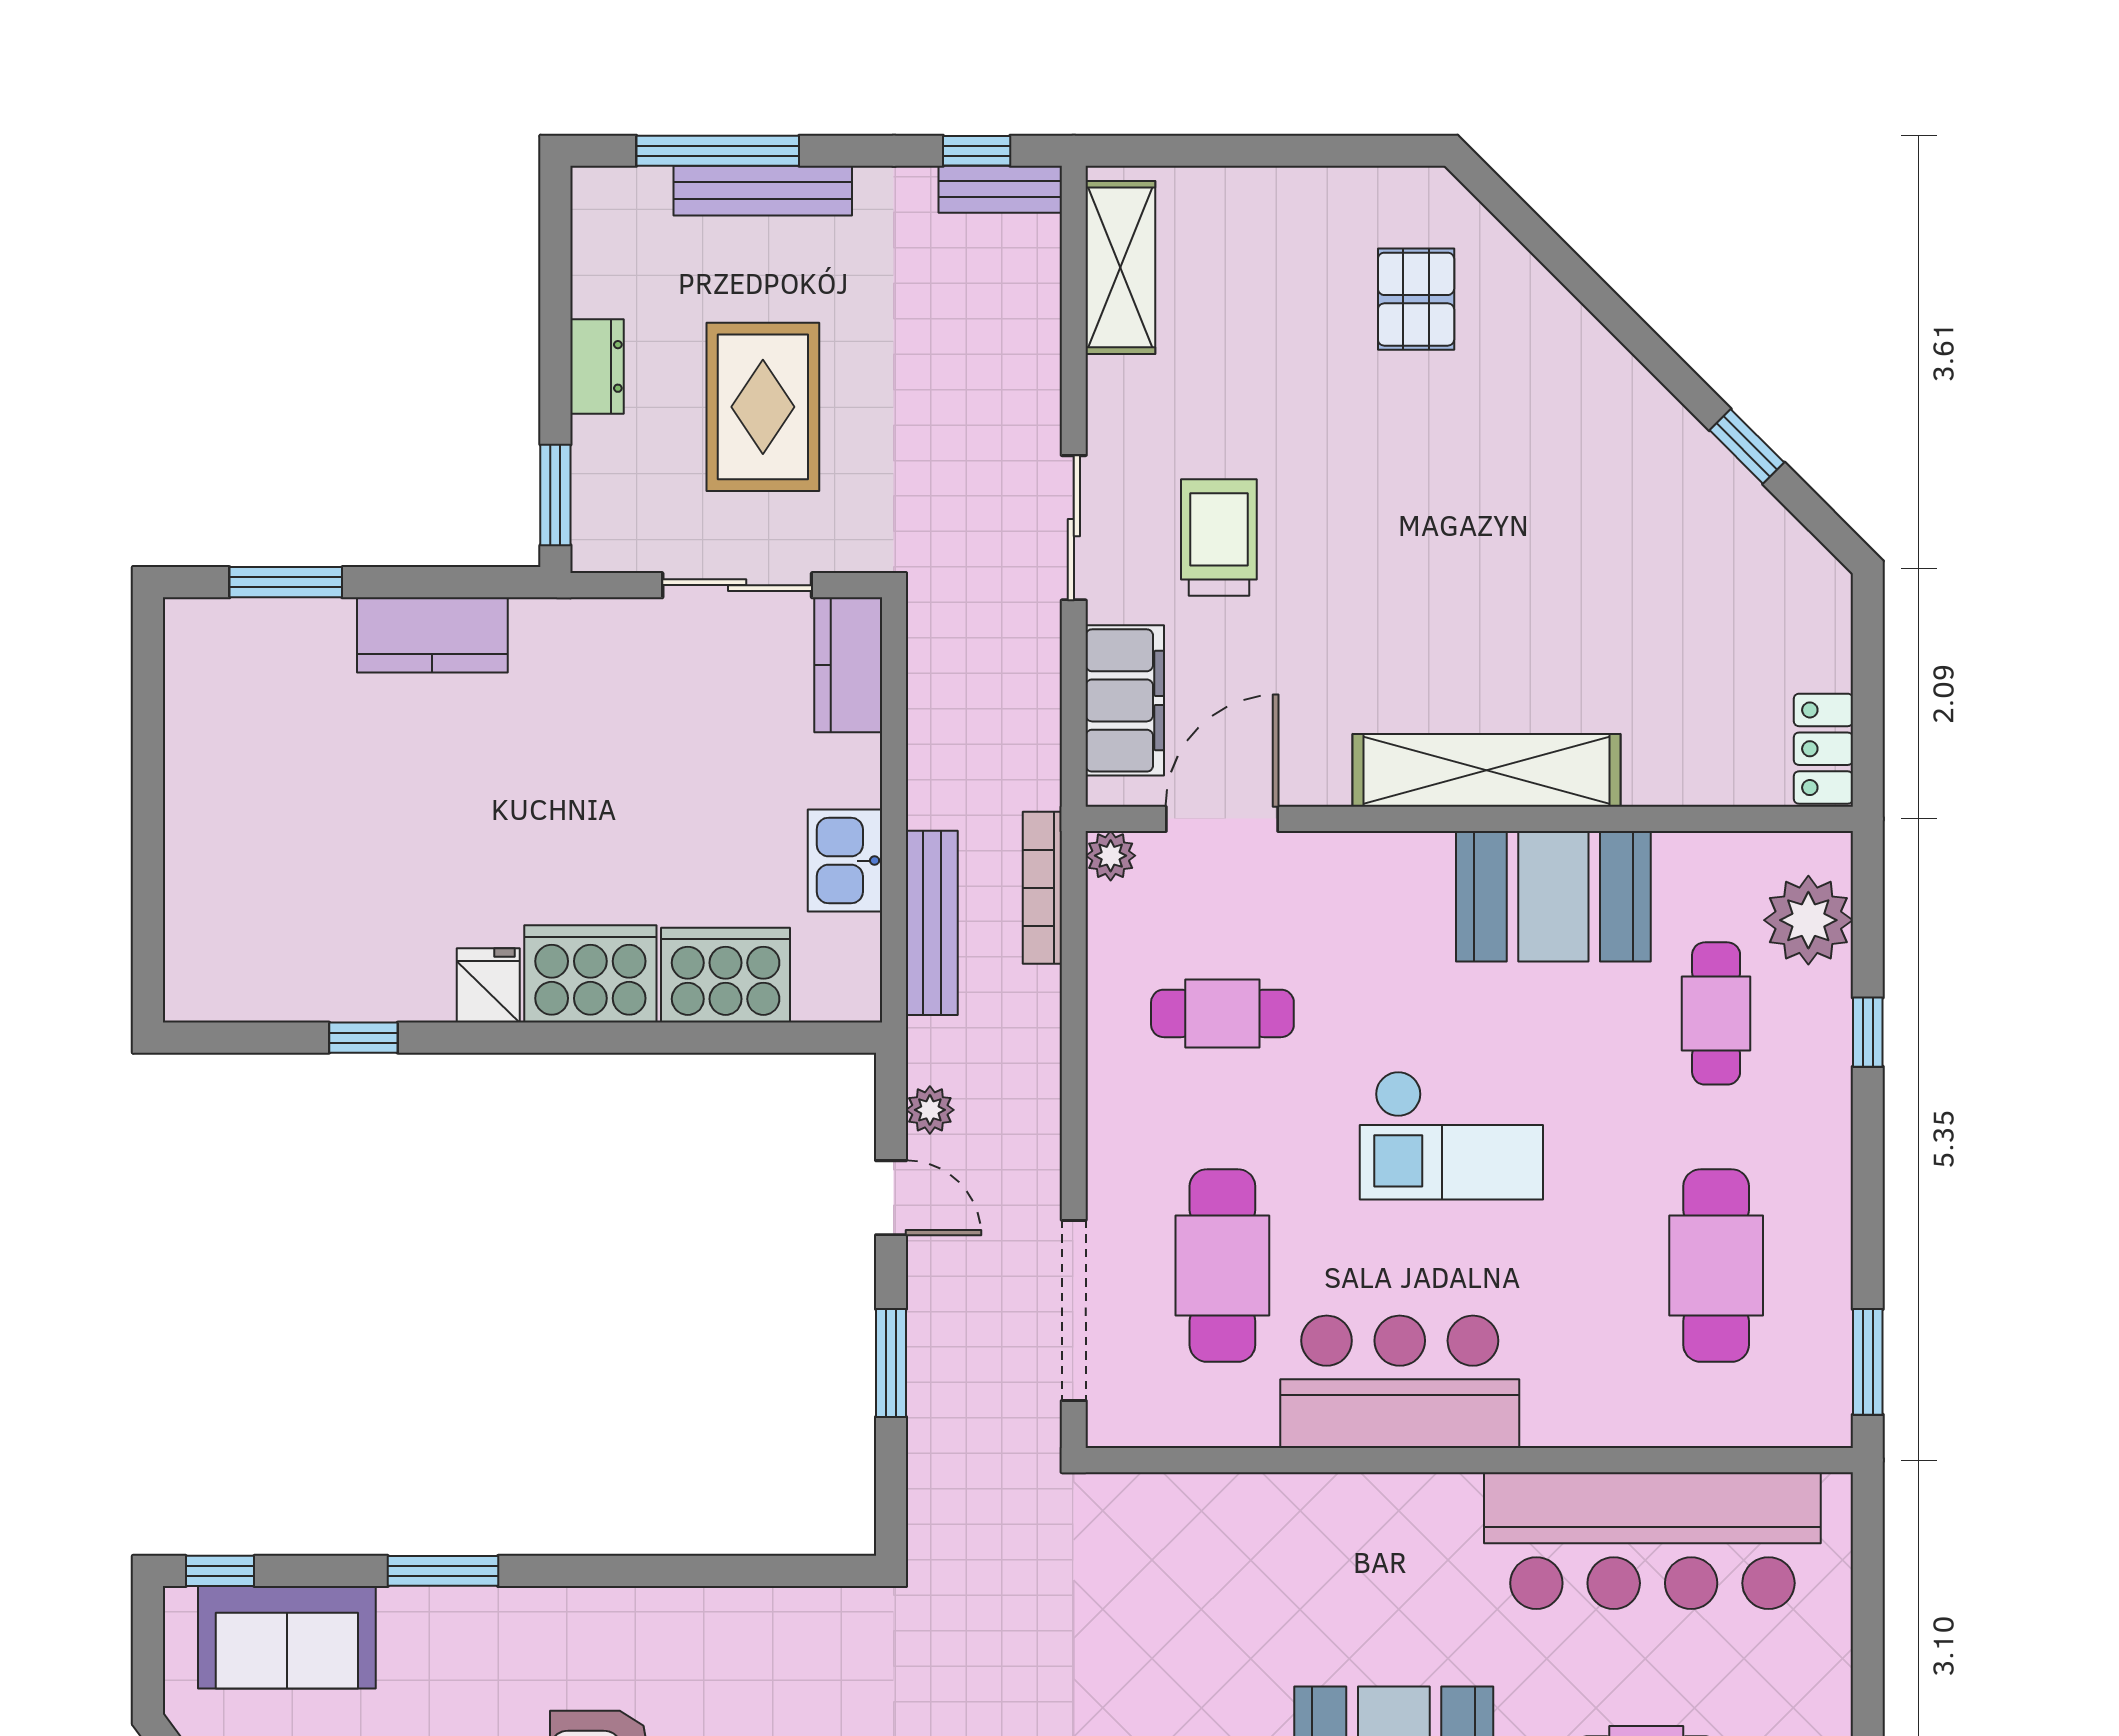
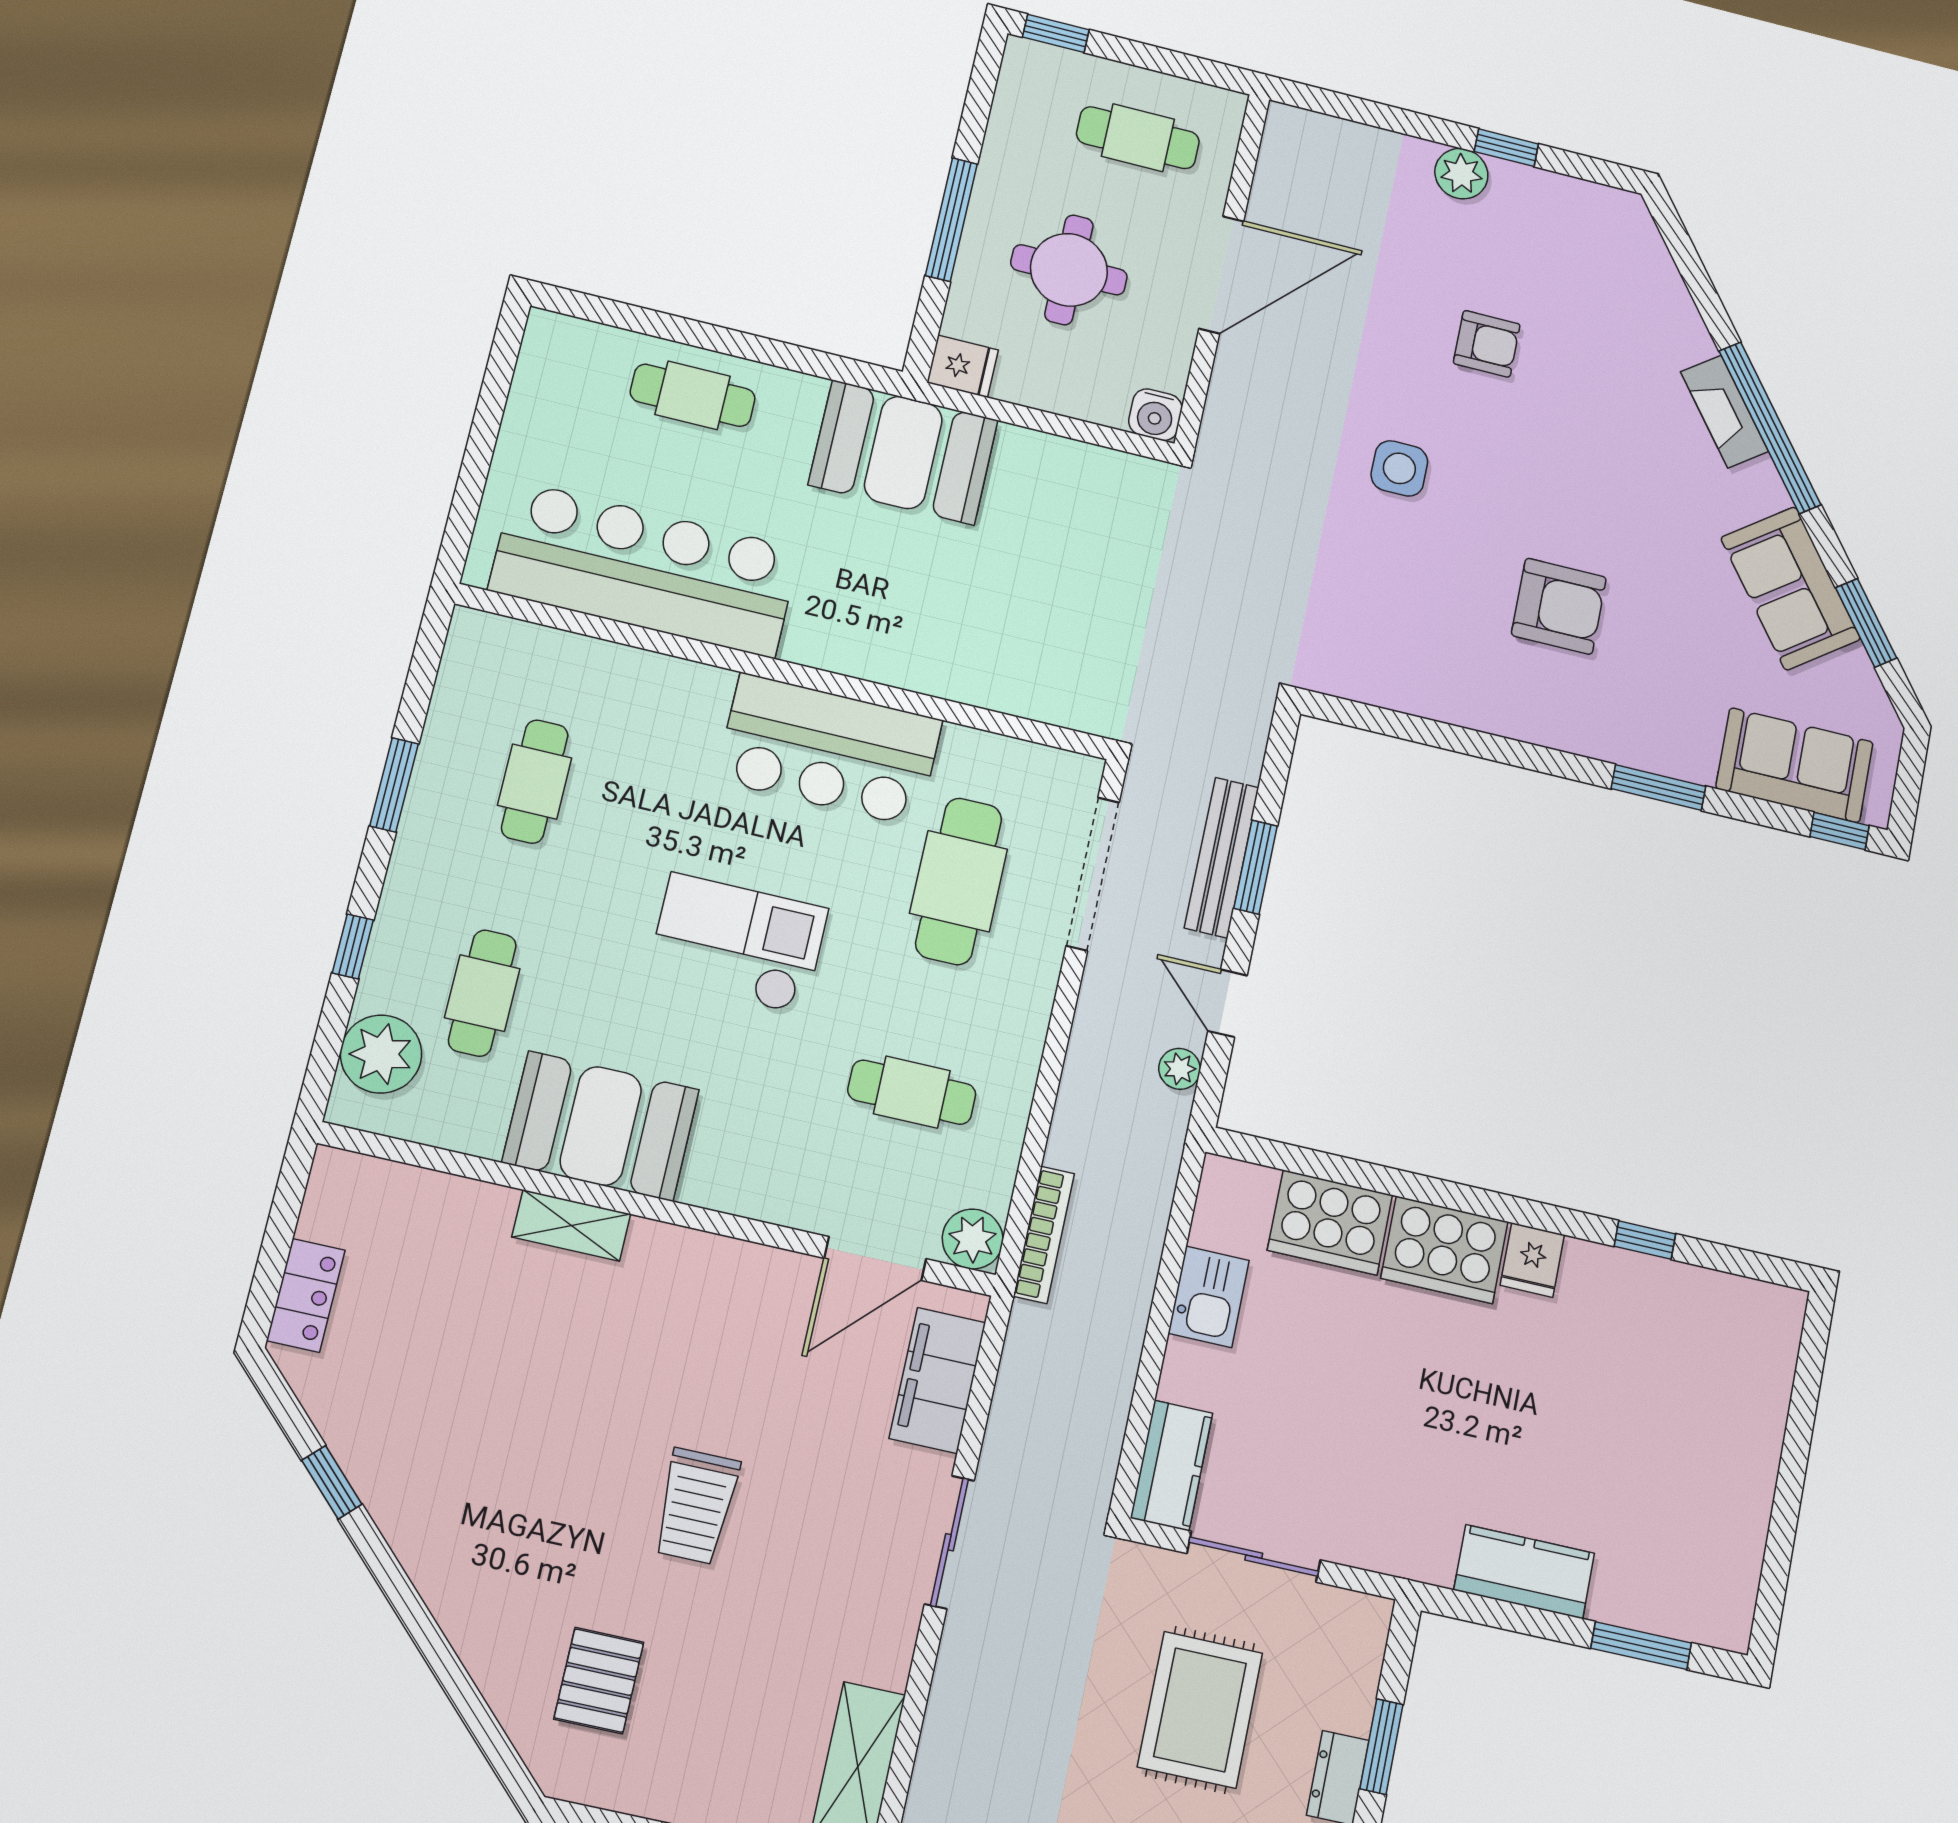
window: (555, 495) -> (1381, 1747), moved
trolley: (1219, 537) -> (696, 1506), moved
locker: (1823, 749) -> (306, 1295), moved
shelving: (1486, 770) -> (571, 1225), width x0.45, depth x0.75
plant: (1111, 856) -> (973, 1239), width x1.38, depth x1.38
bench: (932, 923) -> (1222, 858), moved
cafe table: (1716, 1266) -> (535, 781), width x0.73, depth x0.74
window: (1868, 1362) -> (394, 785), moved

